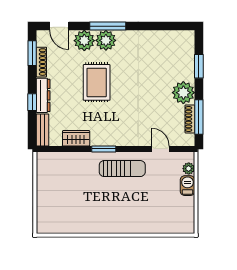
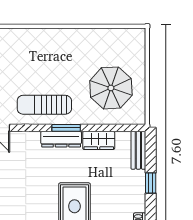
dresser: (43, 95) -> (61, 139), moved, turned -90
parasol: (66, 183) -> (111, 88), added

